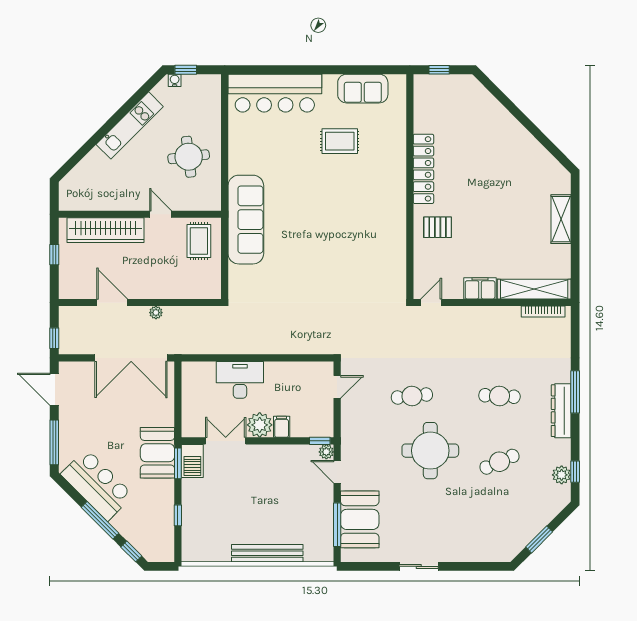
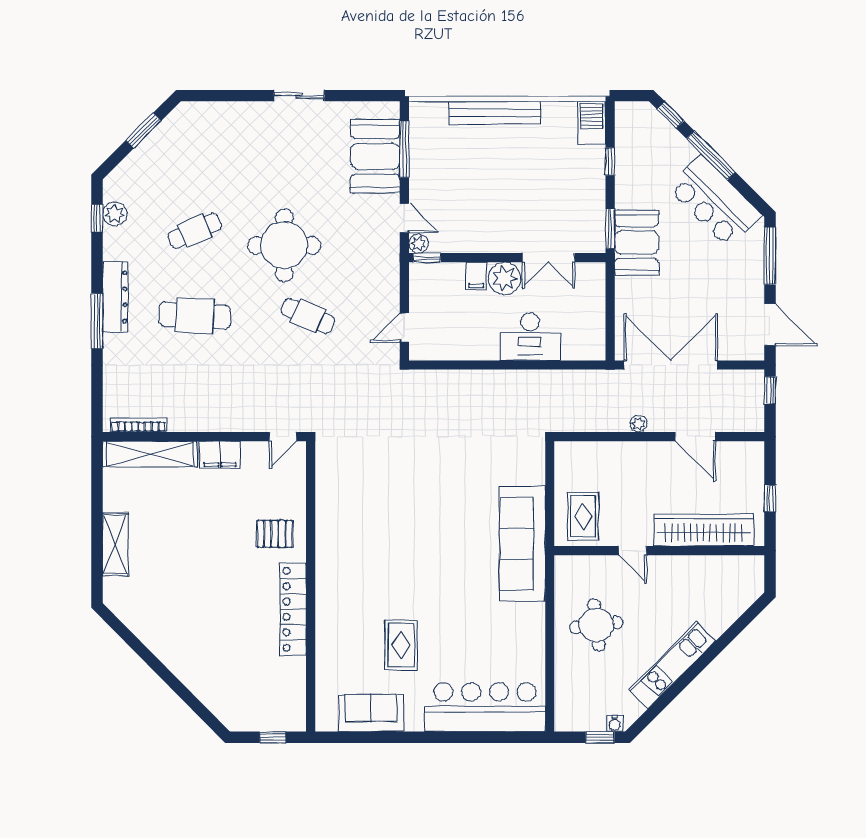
rug: (340, 141) -> (401, 645), turned 90
cafe table: (412, 396) -> (308, 316), turned 30
cafe table: (499, 396) -> (195, 316), width x1.37, depth x1.35
barbecue: (192, 461) -> (592, 123), moved

